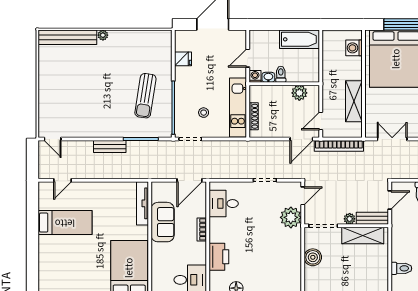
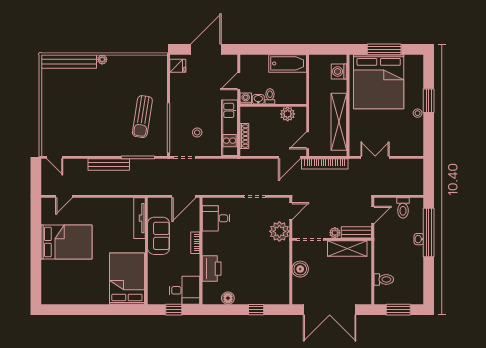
fridge: (183, 59) -> (178, 66), moved
shelving: (354, 101) -> (339, 122), width x1.47
bench: (110, 146) -> (109, 164), width x1.36
bed: (65, 223) -> (66, 242), width x1.50

